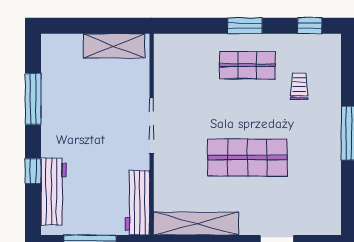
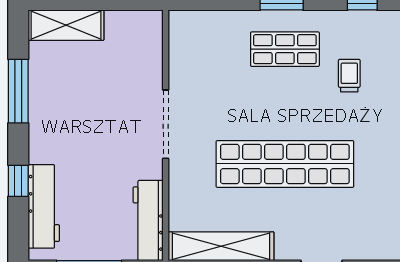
shelving: (114, 46) -> (66, 25), moved
shop shelf: (247, 157) -> (285, 164), width x1.40

